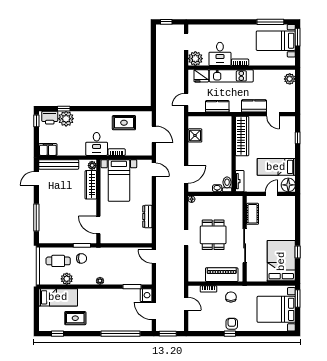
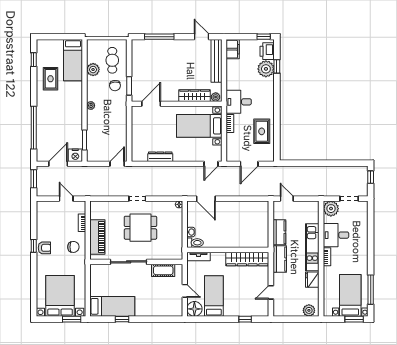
fridge: (201, 76) -> (312, 280), moved
kitchen counter: (254, 106) -> (280, 259), moved
shower: (195, 135) -> (248, 208), removed
bed: (281, 261) -> (112, 306), width x0.67
door: (186, 304) -> (66, 199), swing flipped

